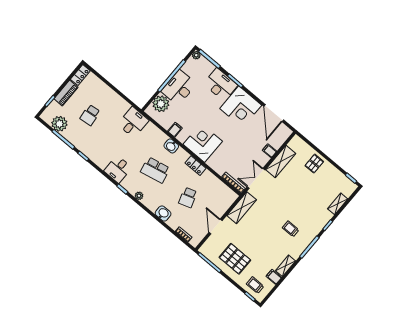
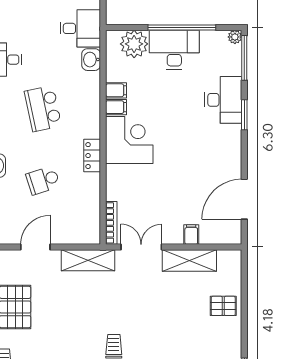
corner desk: (241, 107) -> (217, 150), removed
filing cabinet: (183, 136) -> (116, 107), added
washbasin: (171, 146) -> (91, 60), moved

